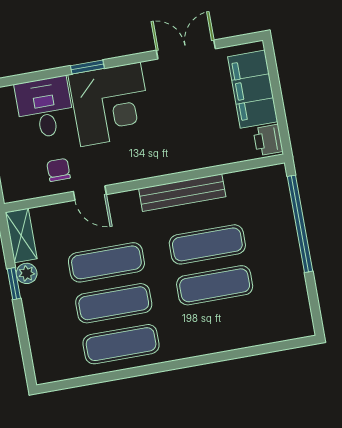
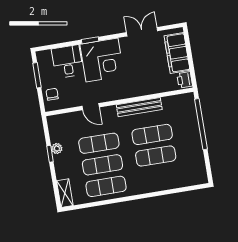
chair: (59, 170) -> (52, 94), moved
shelving: (21, 236) -> (65, 193), moved

